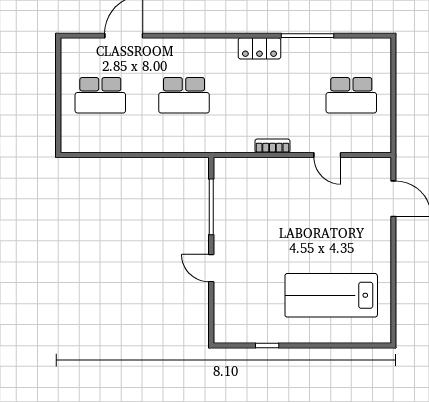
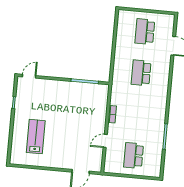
locker: (259, 48) -> (161, 112), removed
door: (211, 268) -> (29, 76), moved
lab bench: (331, 295) -> (36, 137), width x0.73, depth x0.72

